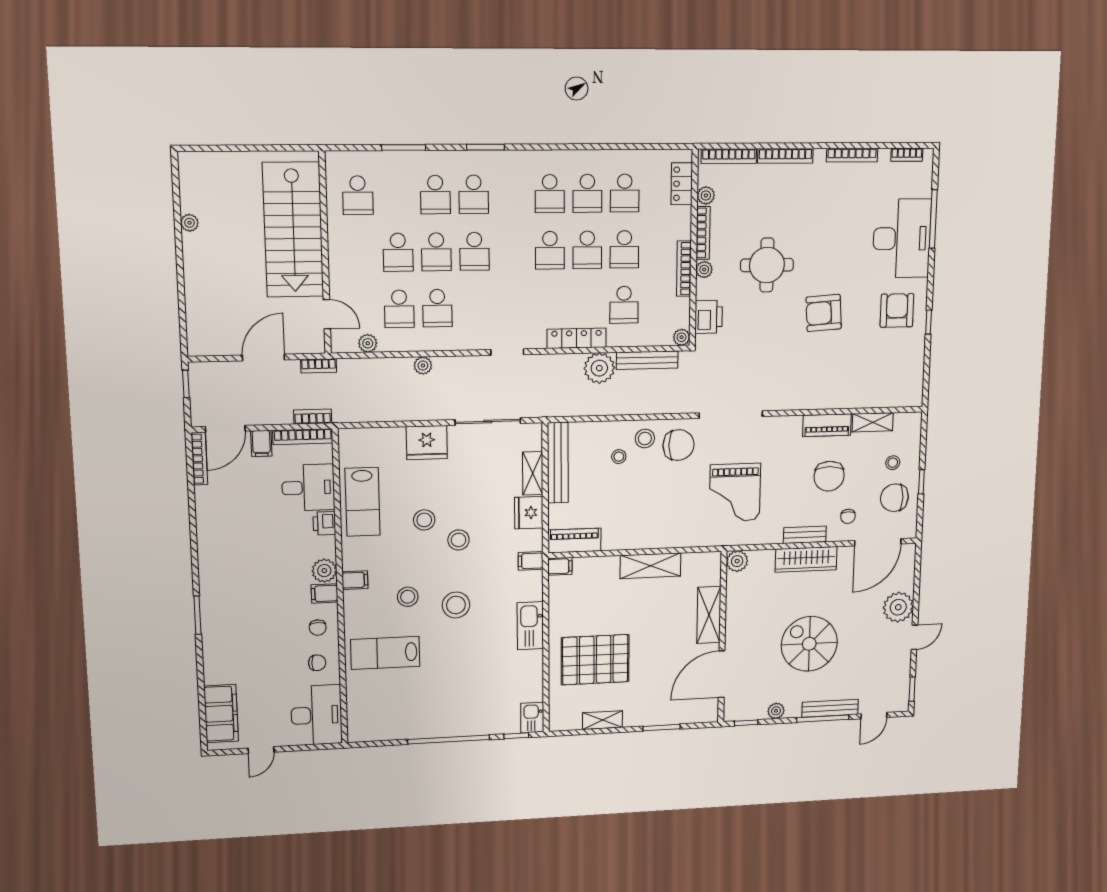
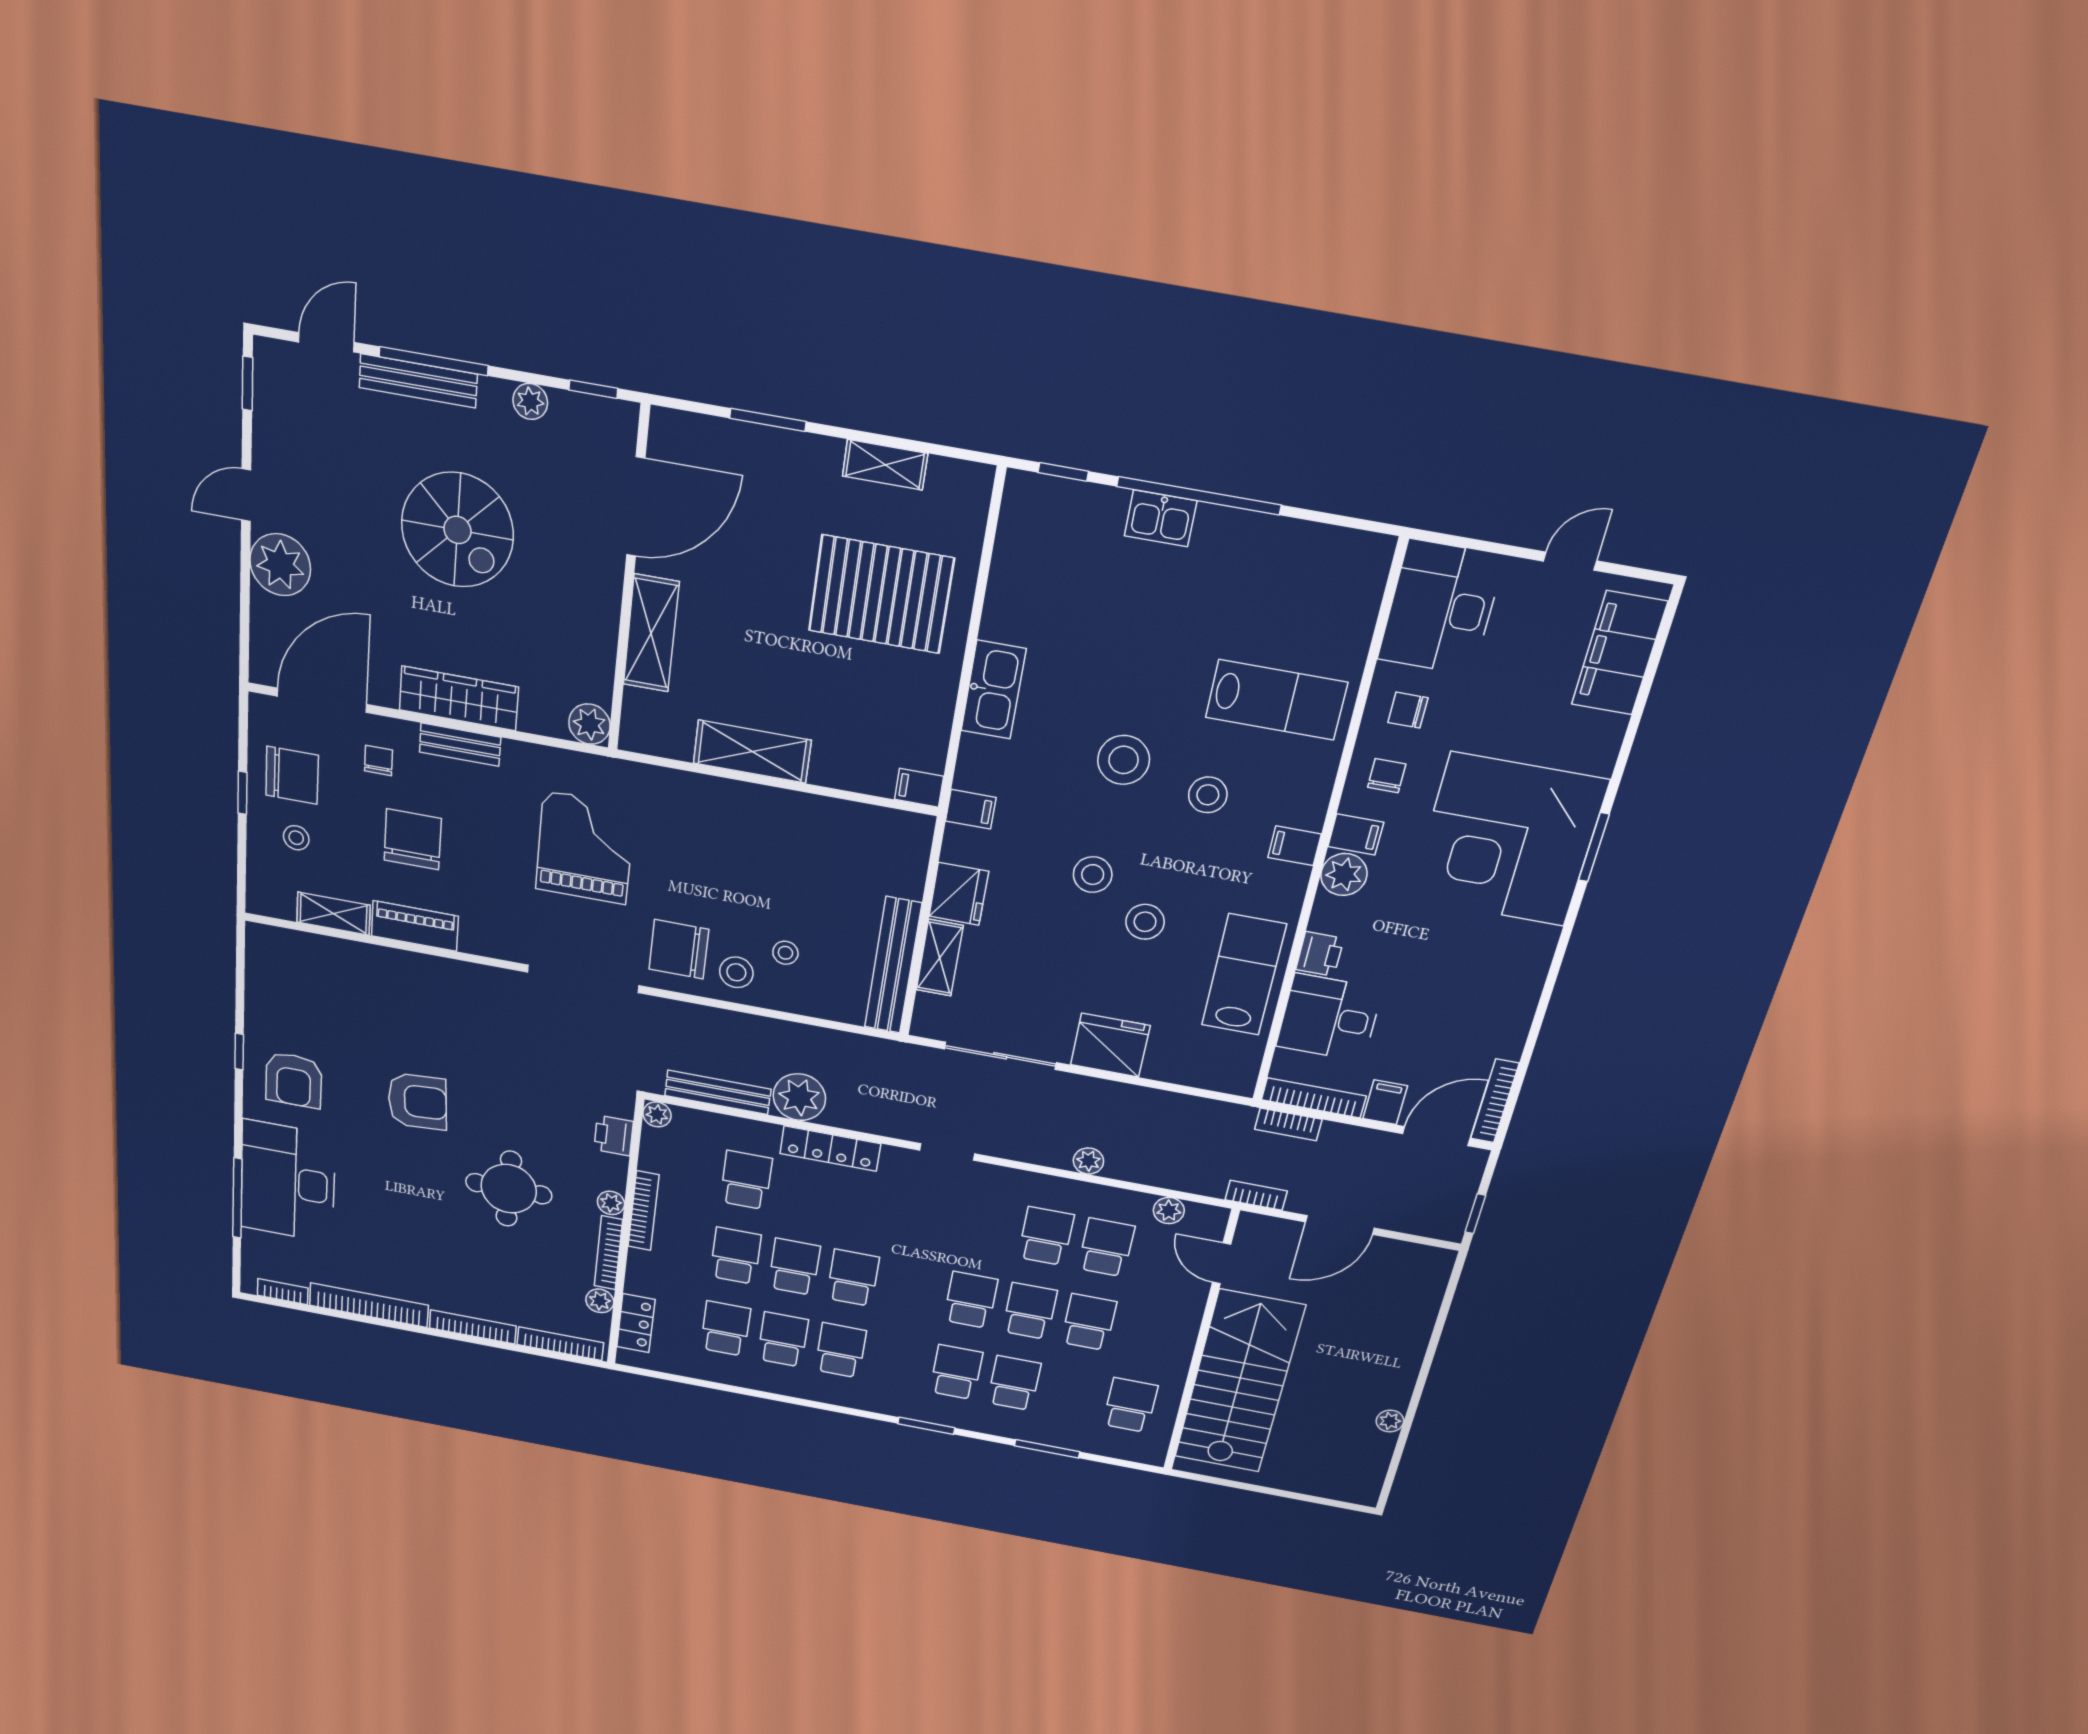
bookcase: (852, 155) -> (369, 1305), width x1.48, depth x1.31
printer: (709, 317) -> (614, 1136), width x0.73, depth x0.81
piano: (574, 541) -> (885, 828), removed
corner desk: (244, 609) -> (1508, 840), added
kitchen sink: (532, 718) -> (1161, 518), moved, turned 90

